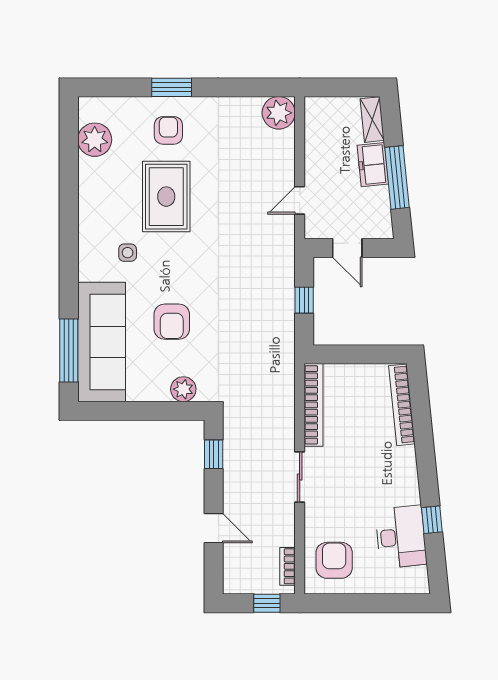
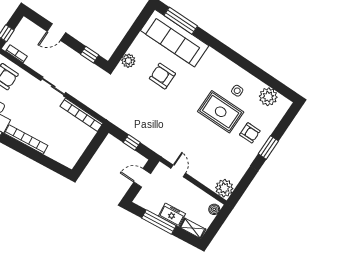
boiler: (321, 106) -> (214, 209), added
side table: (128, 253) -> (237, 91), moved
bookcase: (402, 405) -> (26, 139), moved

